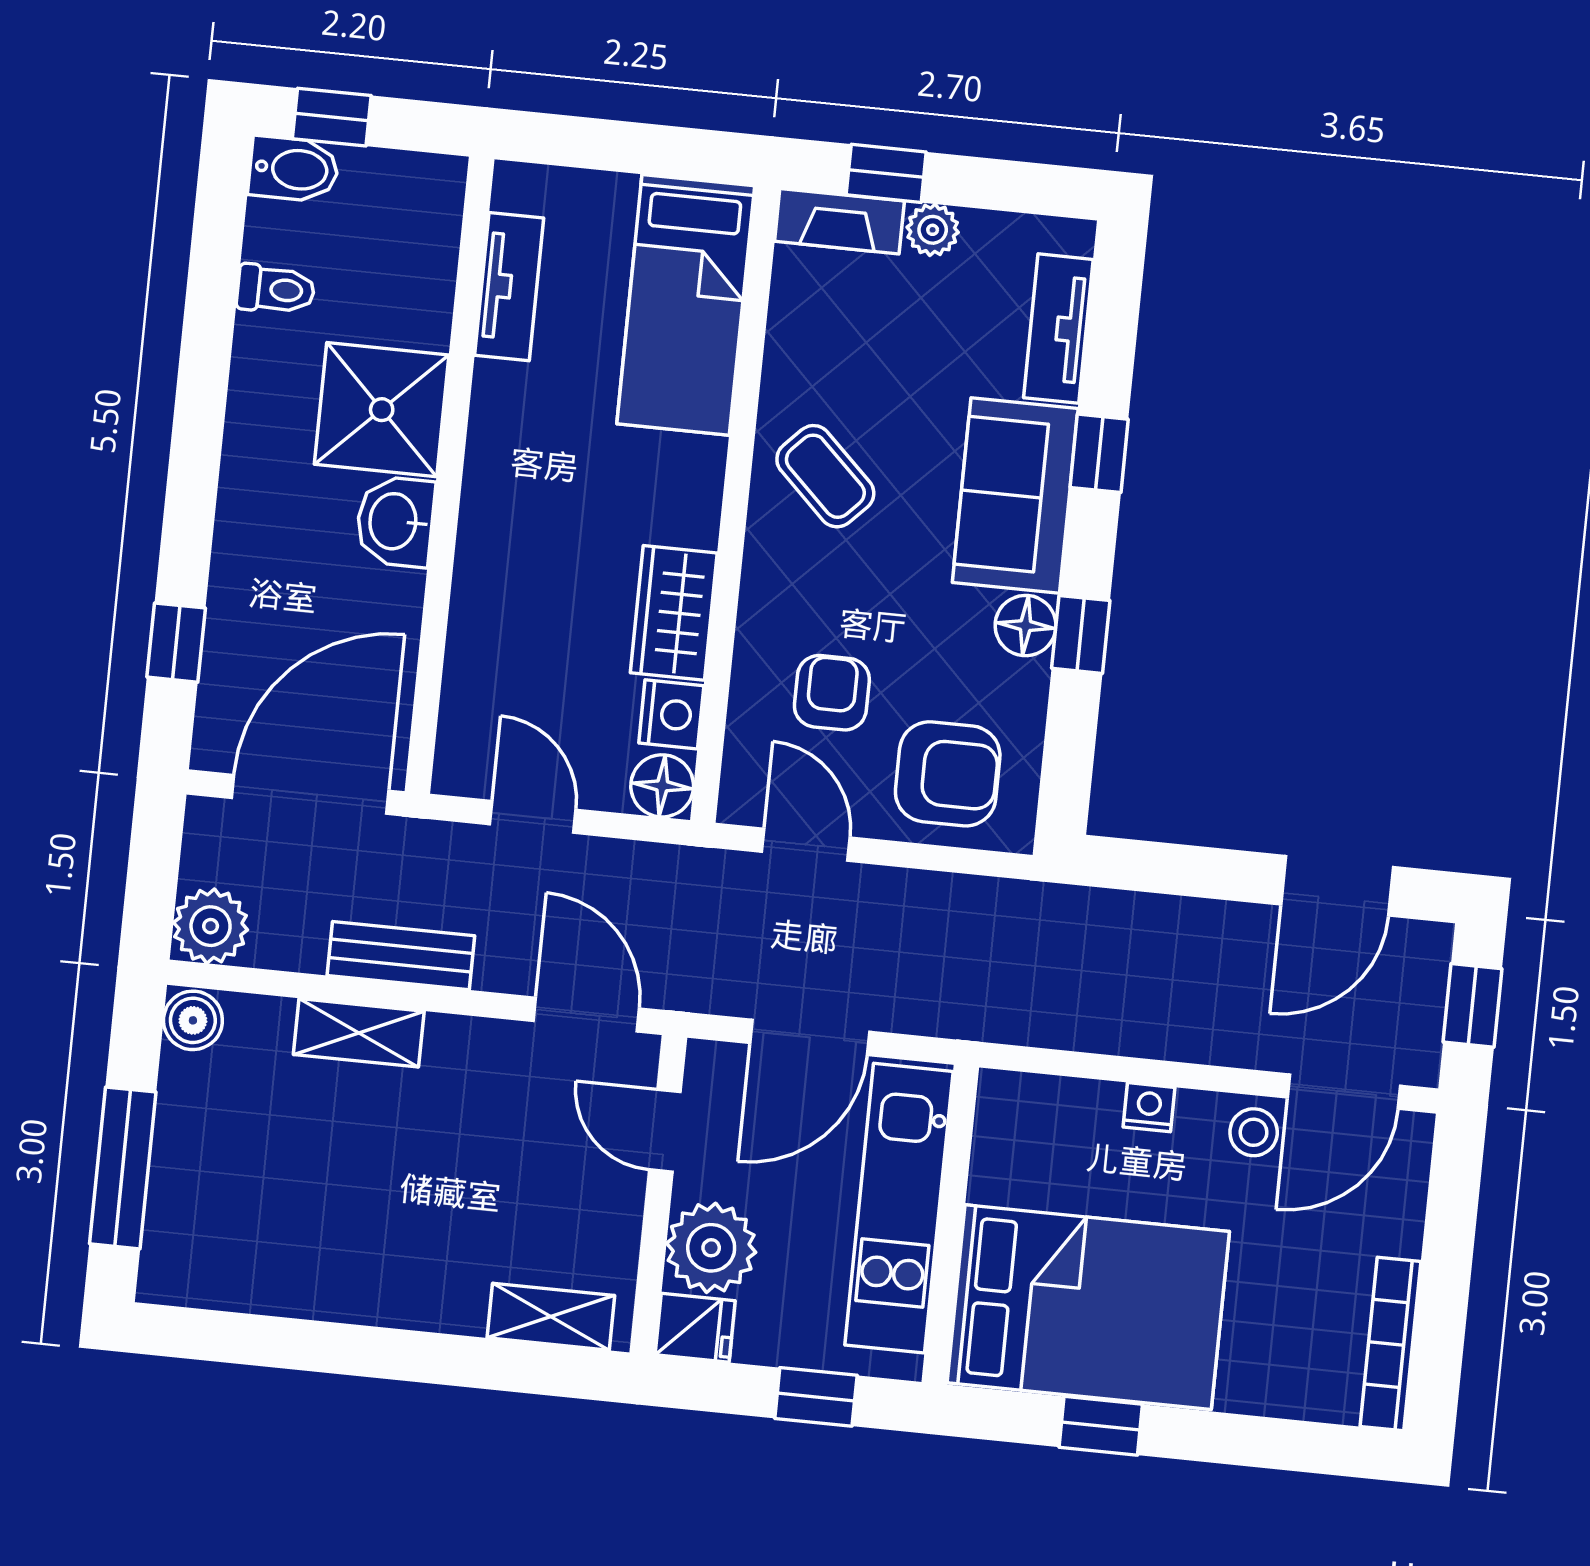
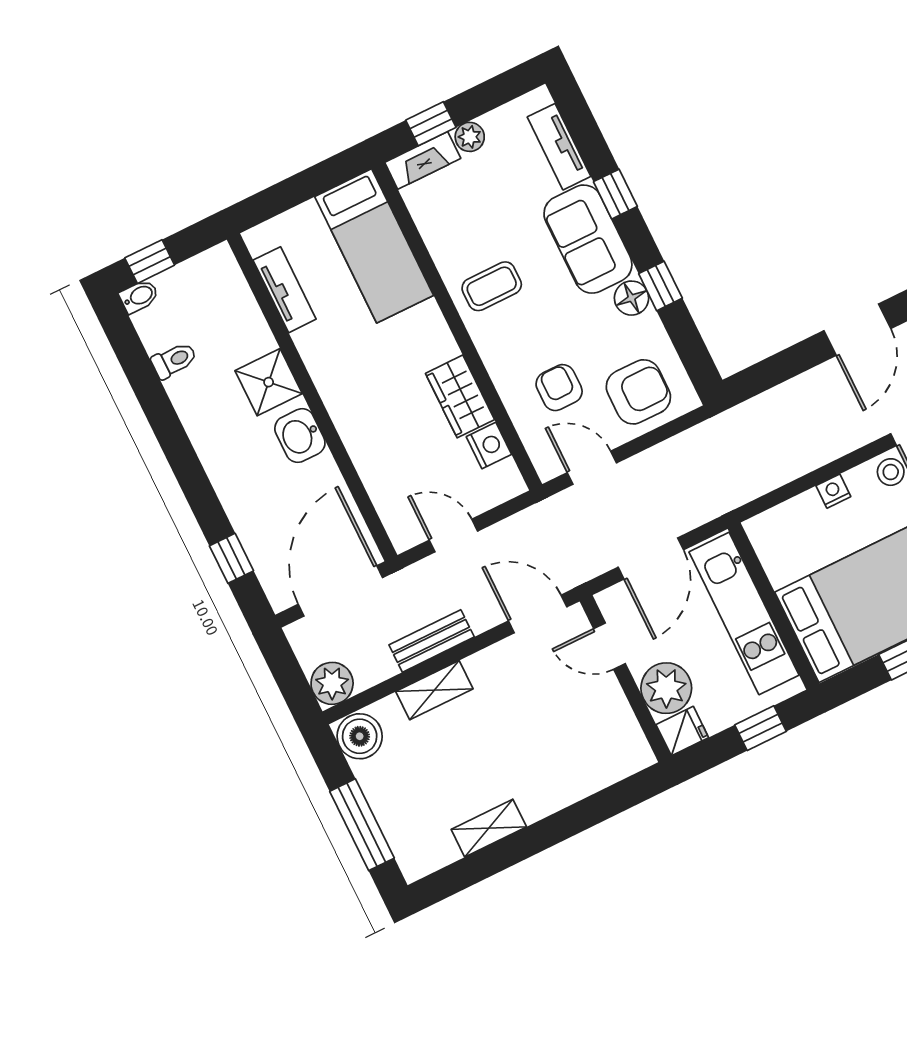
bidet: (294, 169) -> (139, 296), width x0.72, depth x0.74
shower: (382, 410) -> (269, 382), width x0.73, depth x0.73
coffee table: (825, 476) -> (492, 286), turned -44
floor lamp: (662, 786) -> (506, 482), removed
boiler: (193, 1020) -> (360, 736), width x1.36, depth x1.36
shelving: (551, 1317) -> (489, 828), moved

